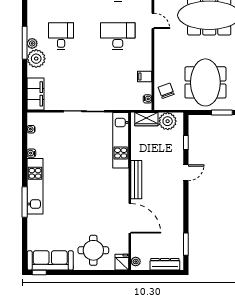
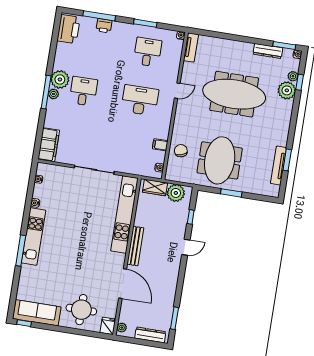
door: (153, 21) -> (177, 91), hinge flipped
plant: (36, 59) -> (60, 79), moved
chair: (166, 91) -> (181, 151), moved
kitchen unit: (121, 140) -> (124, 215), width x1.36

